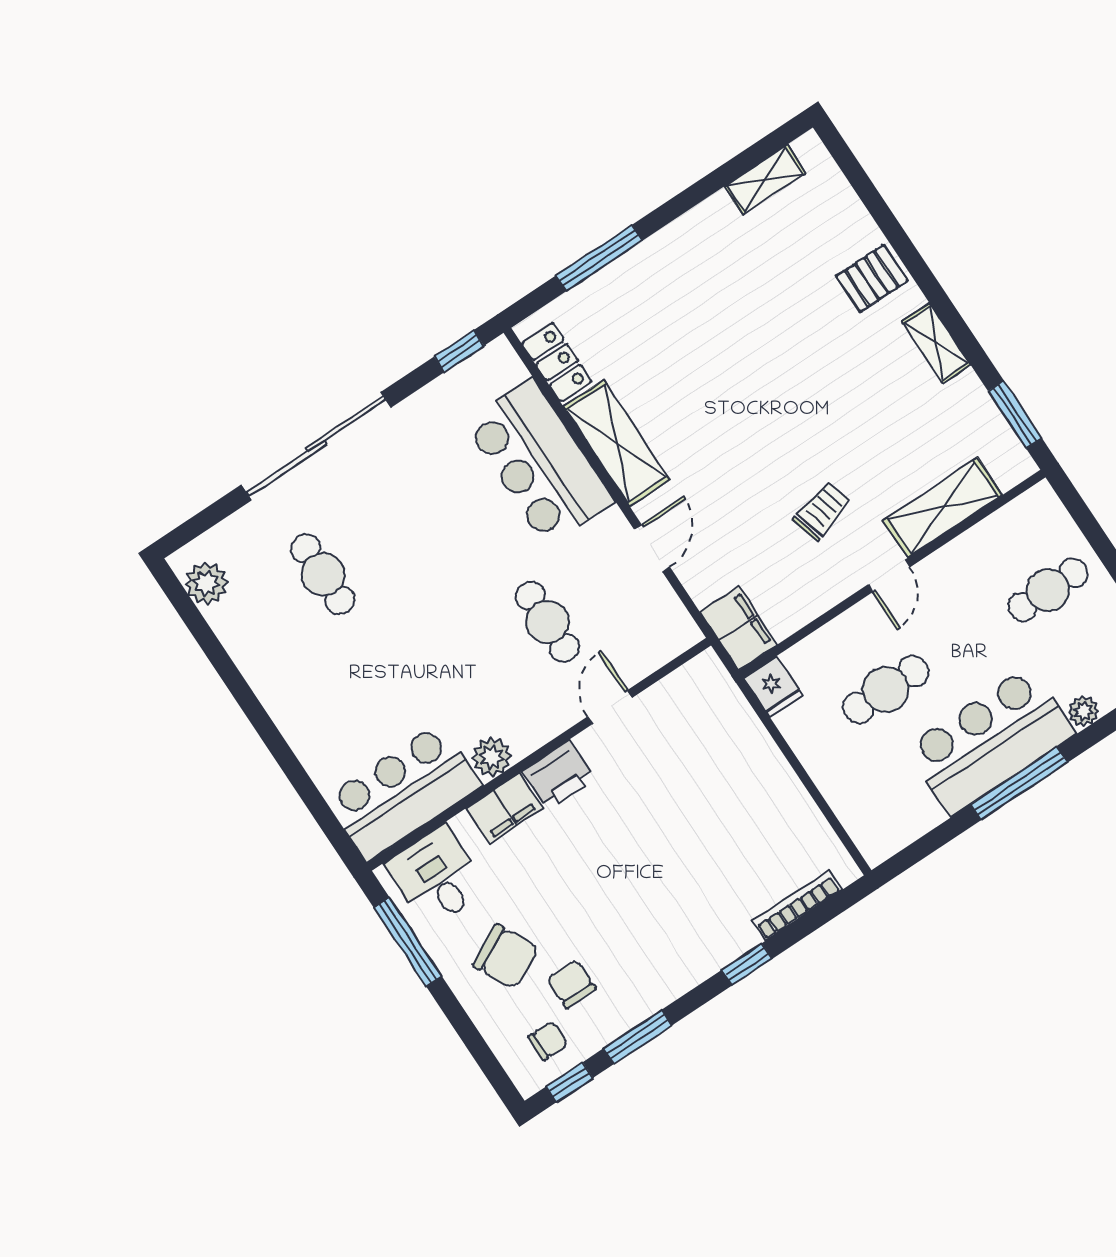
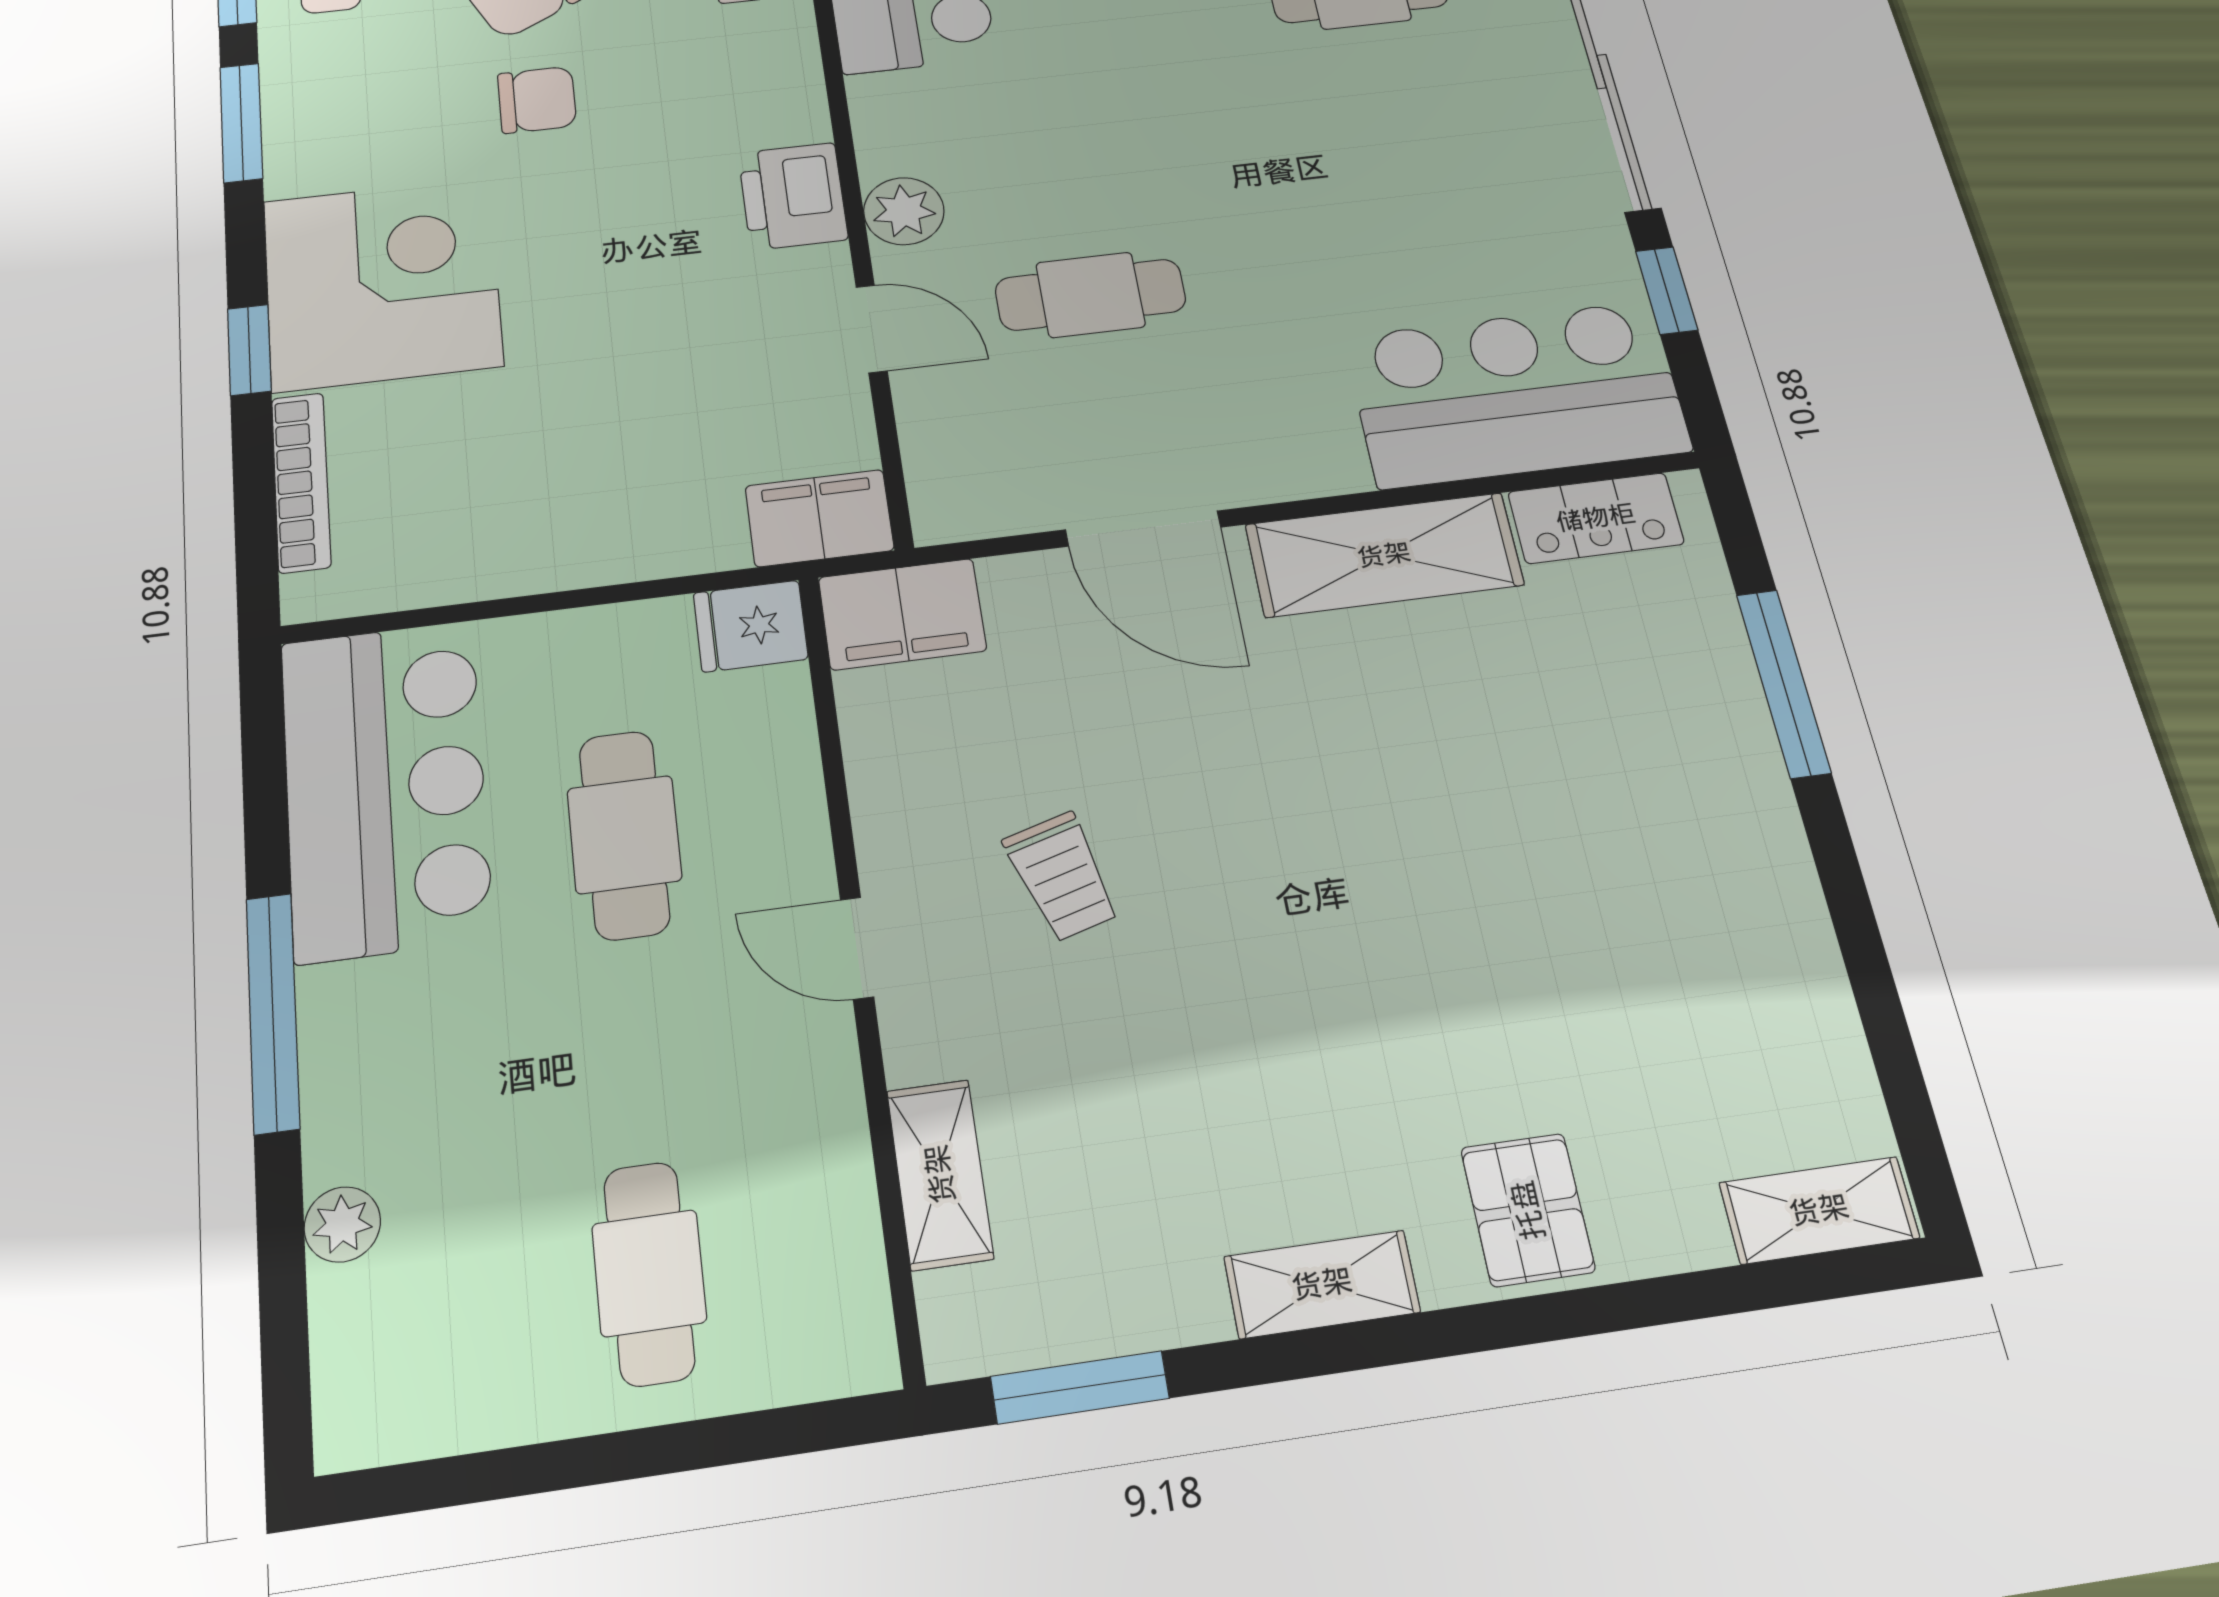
shelving: (765, 180) -> (1819, 1210), moved, turned 90
window: (459, 351) -> (1667, 290), moved
bar counter: (539, 462) -> (1516, 394), moved
shelving: (943, 508) -> (940, 1174), width x0.67, depth x0.75
door: (652, 548) -> (1143, 528), width x1.38
bar counter: (990, 741) -> (385, 788), moved
plant: (492, 757) -> (904, 211), moved
filing cabinet: (505, 808) -> (819, 518), moved, turned 90
corner desk: (688, 927) -> (382, 283), added
chair: (571, 984) -> (537, 100), moved

